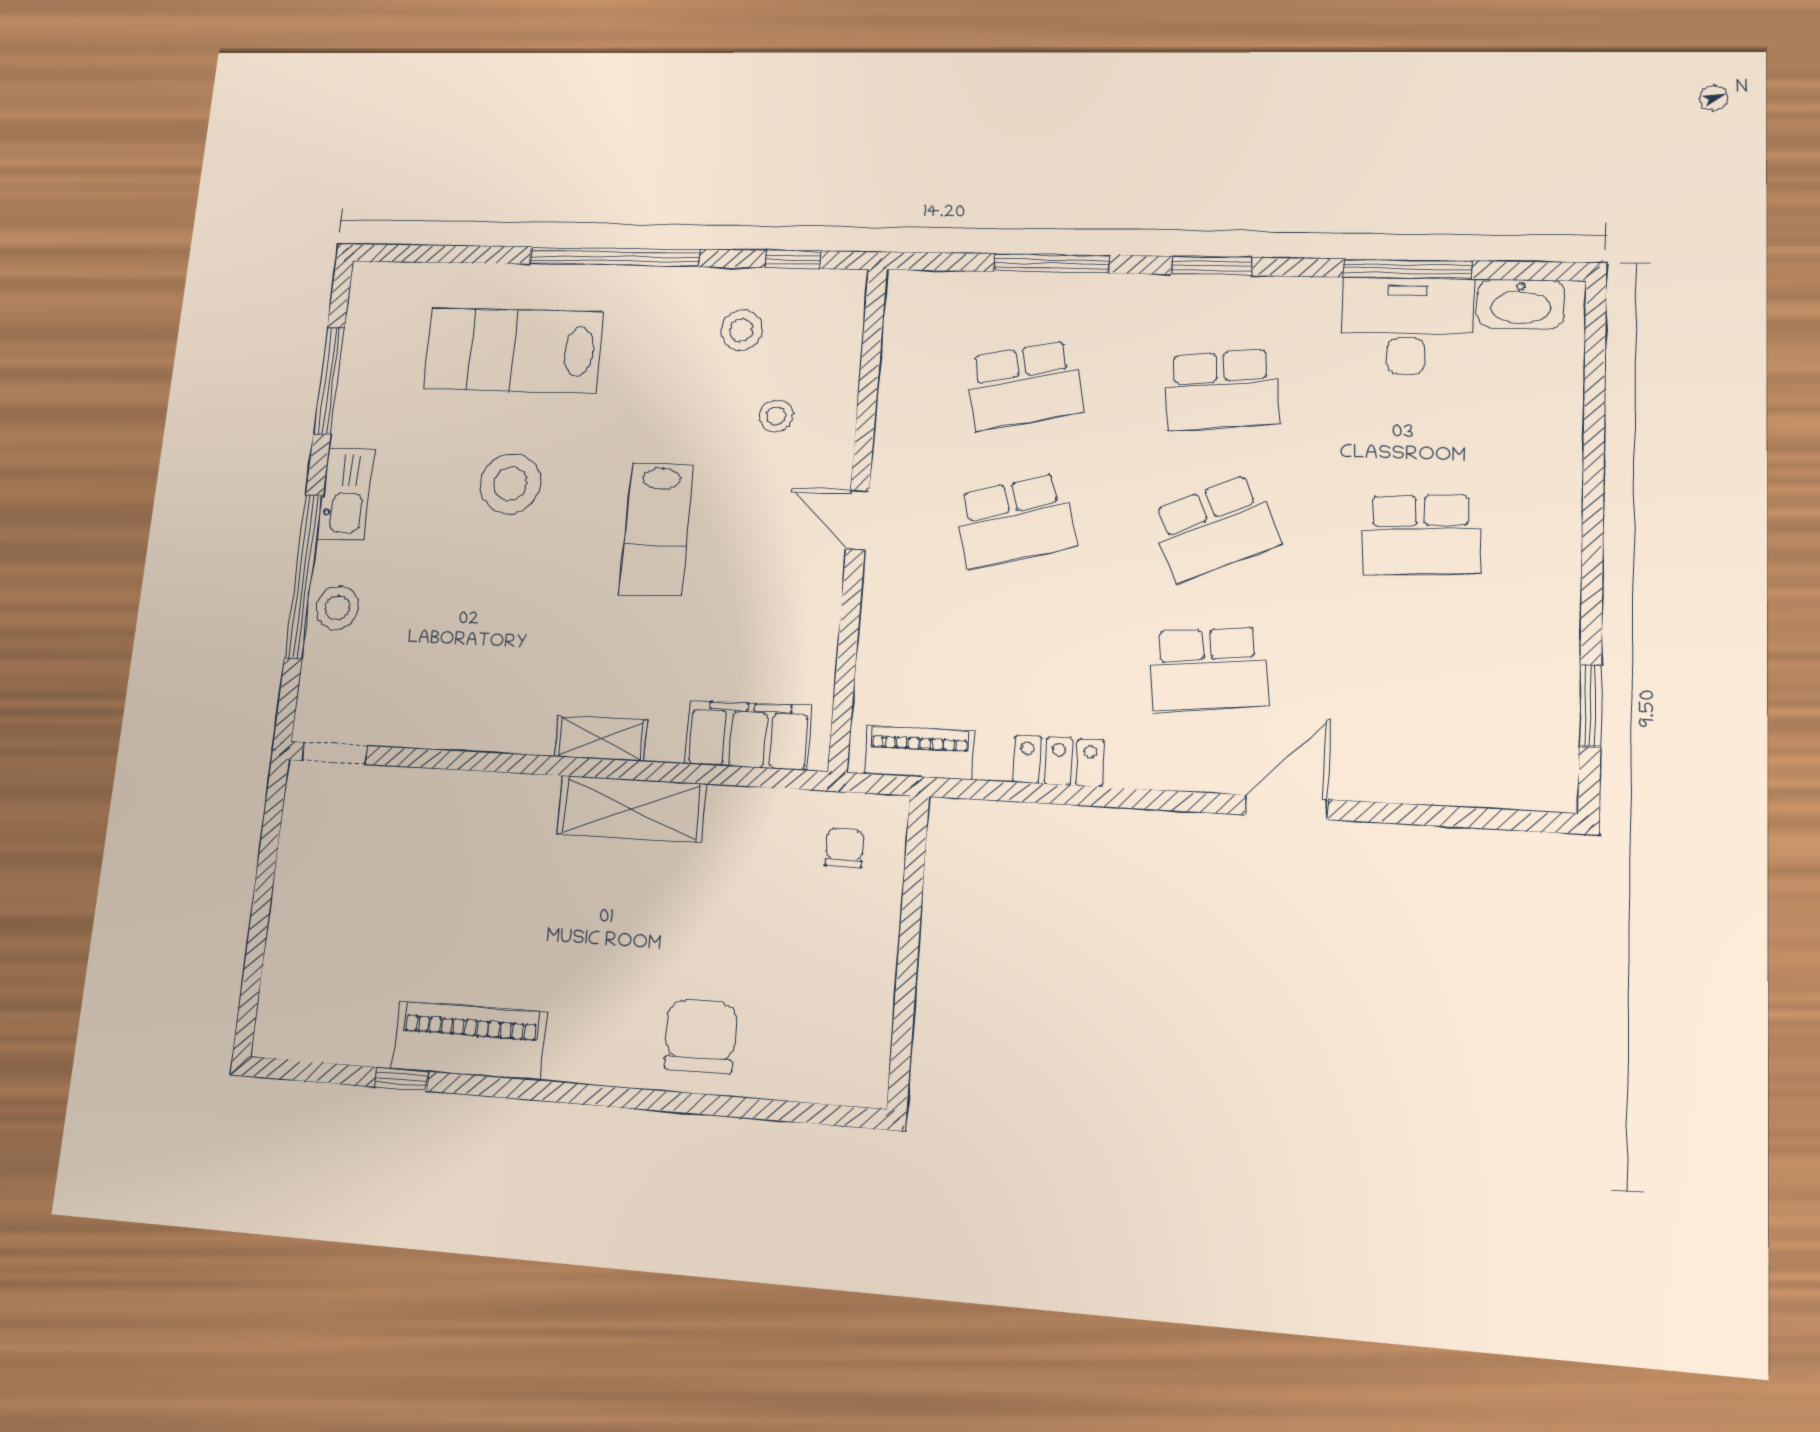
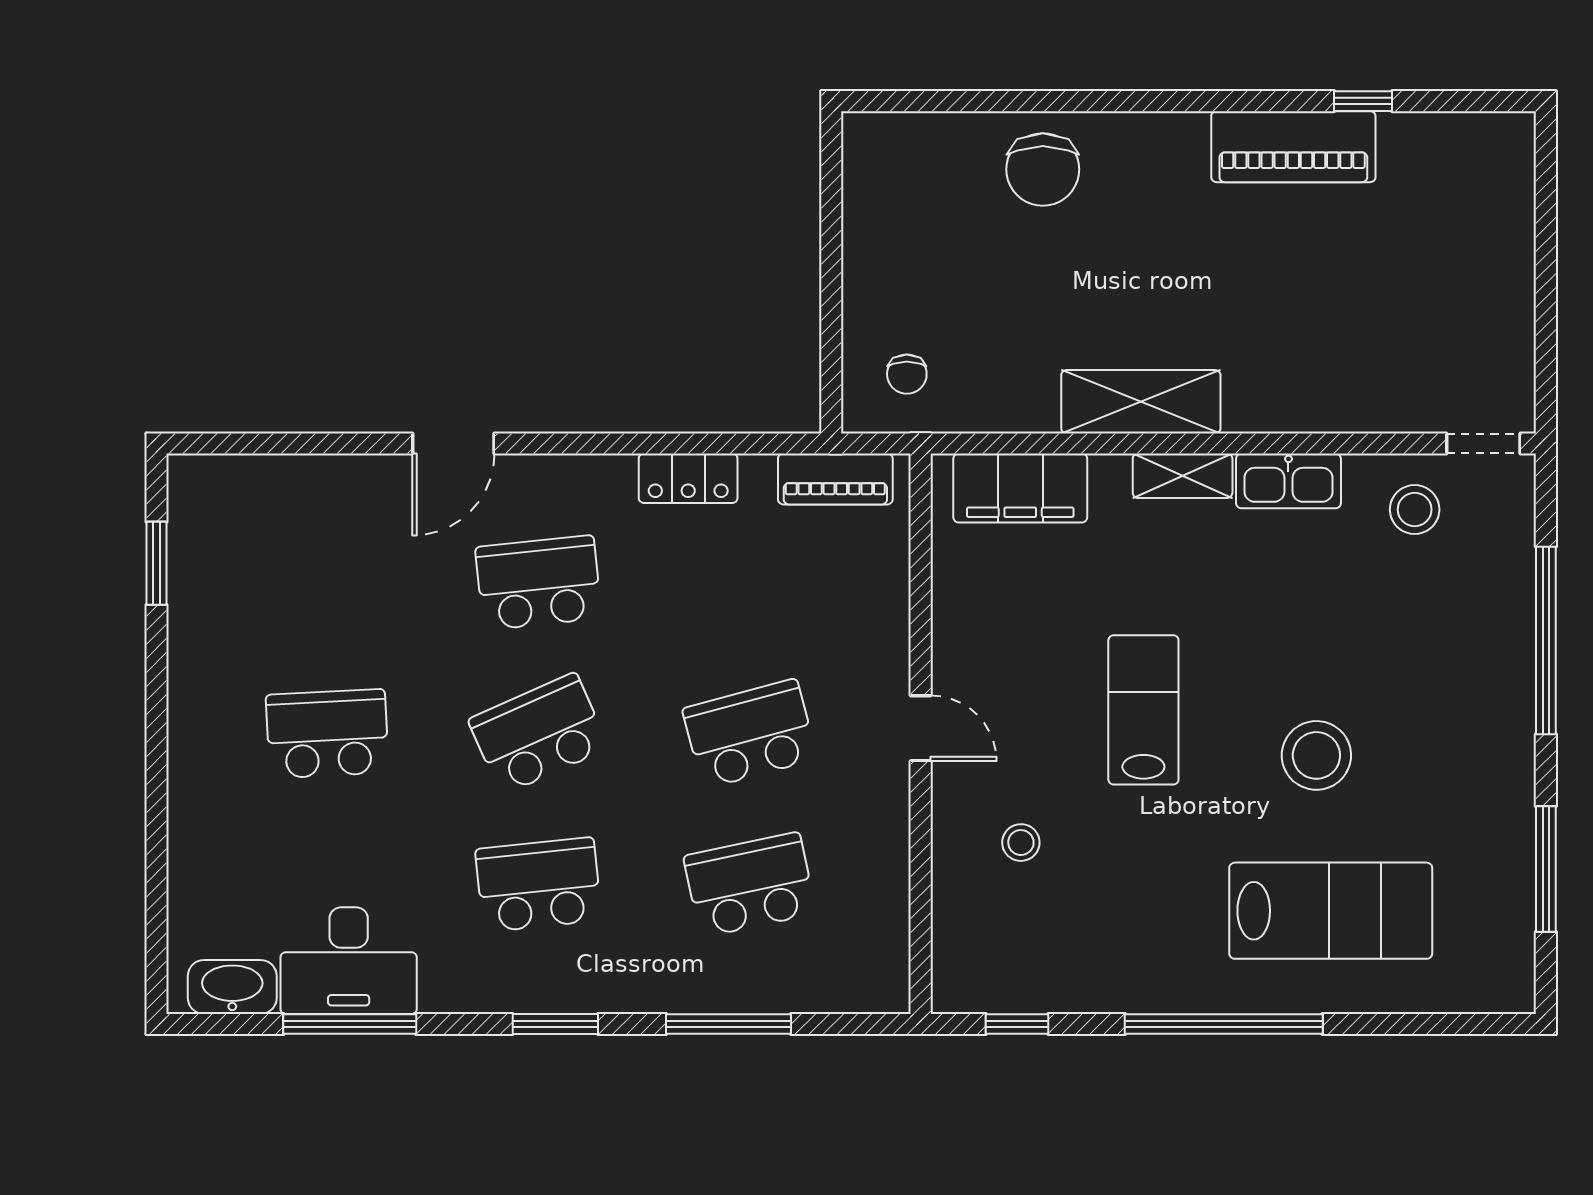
stool: (741, 330) -> (1069, 940), removed
kitchen sink: (346, 495) -> (1288, 481), moved, turned -90
stool: (337, 608) -> (1415, 510), moved

